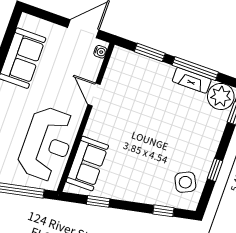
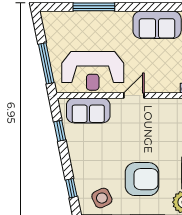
door: (94, 95) -> (134, 96), moved
armchair: (180, 132) -> (142, 179), added

